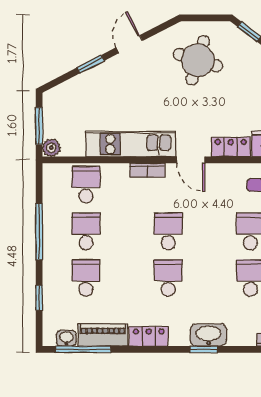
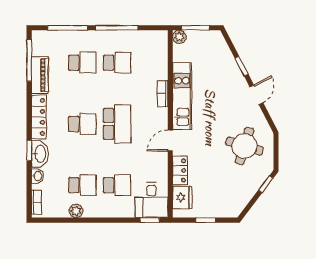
door: (129, 44) -> (256, 95), hinge flipped
bookcase: (147, 170) -> (163, 93), moved
school desk: (86, 185) -> (152, 63), removed
school desk: (168, 231) -> (117, 124), width x1.85
window: (39, 298) -> (68, 28), width x2.17
locker: (149, 336) -> (39, 117), width x1.53
washbasin: (66, 338) -> (37, 176), moved

